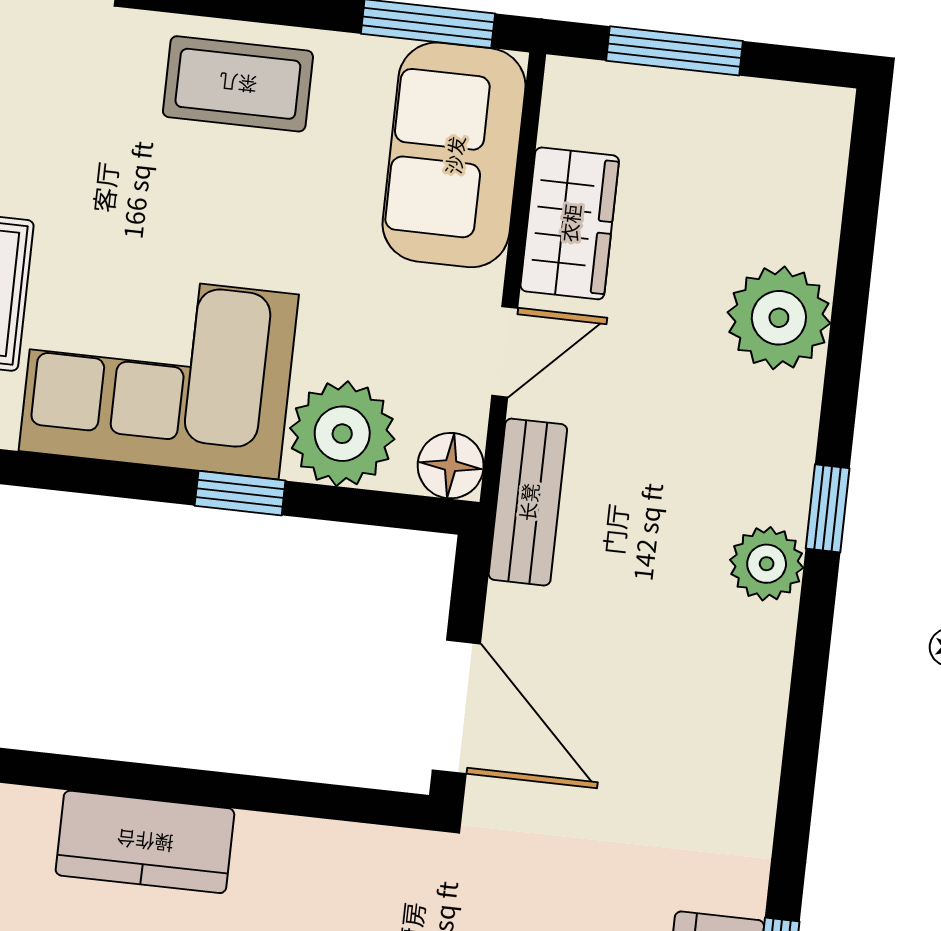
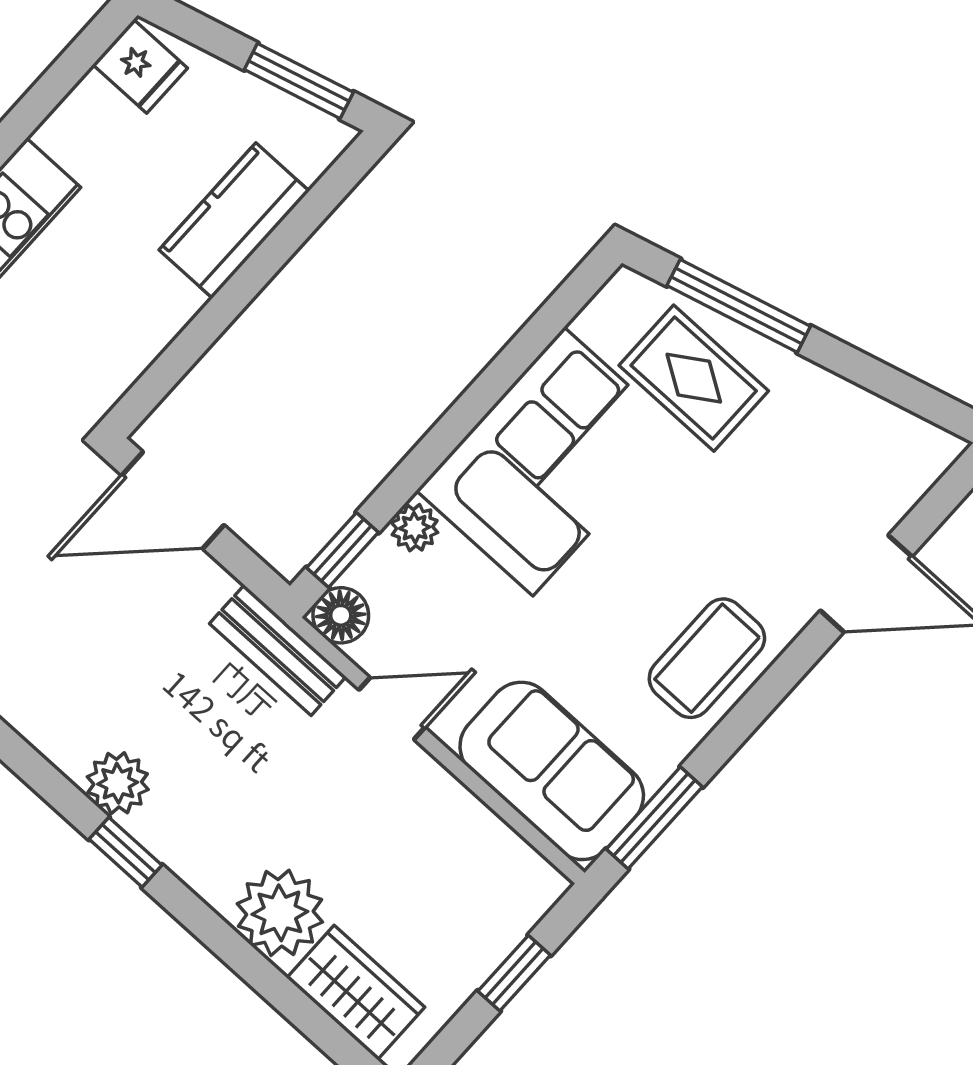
window: (674, 51) -> (514, 973), width x0.67
wardrobe: (570, 223) -> (356, 993), moved, turned 180
door: (505, 352) -> (392, 709), swing flipped
plant: (342, 434) -> (415, 528), width x0.53, depth x0.53
window: (240, 493) -> (343, 550), moved

